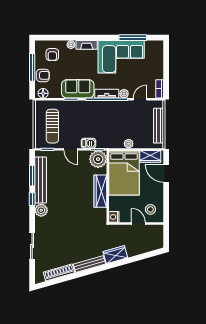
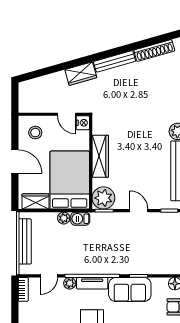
sun lounger: (52, 126) -> (163, 241), removed
barbecue: (89, 143) -> (80, 219), moved
door: (166, 173) -> (15, 162), moved
door: (138, 223) -> (67, 114), moved

